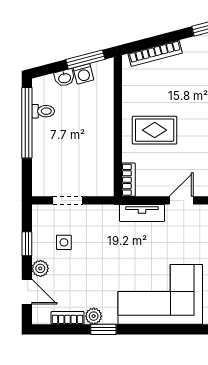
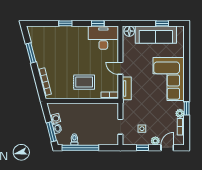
window: (85, 59) -> (51, 132), moved
rug: (155, 130) -> (84, 82), turned 90

